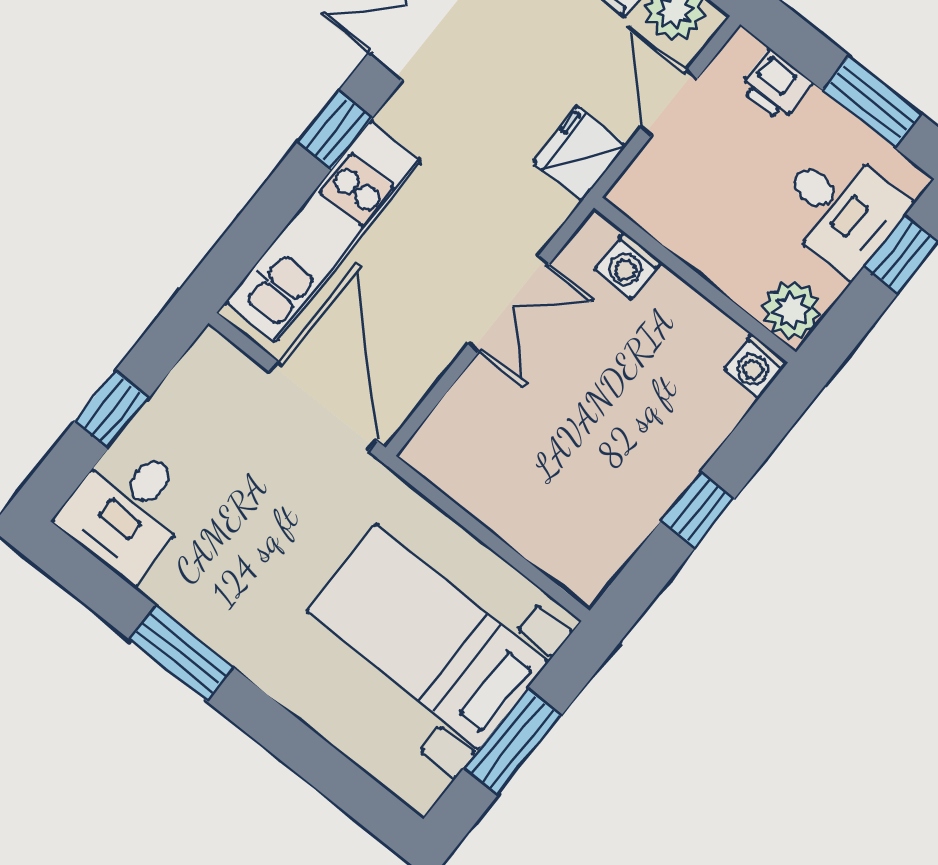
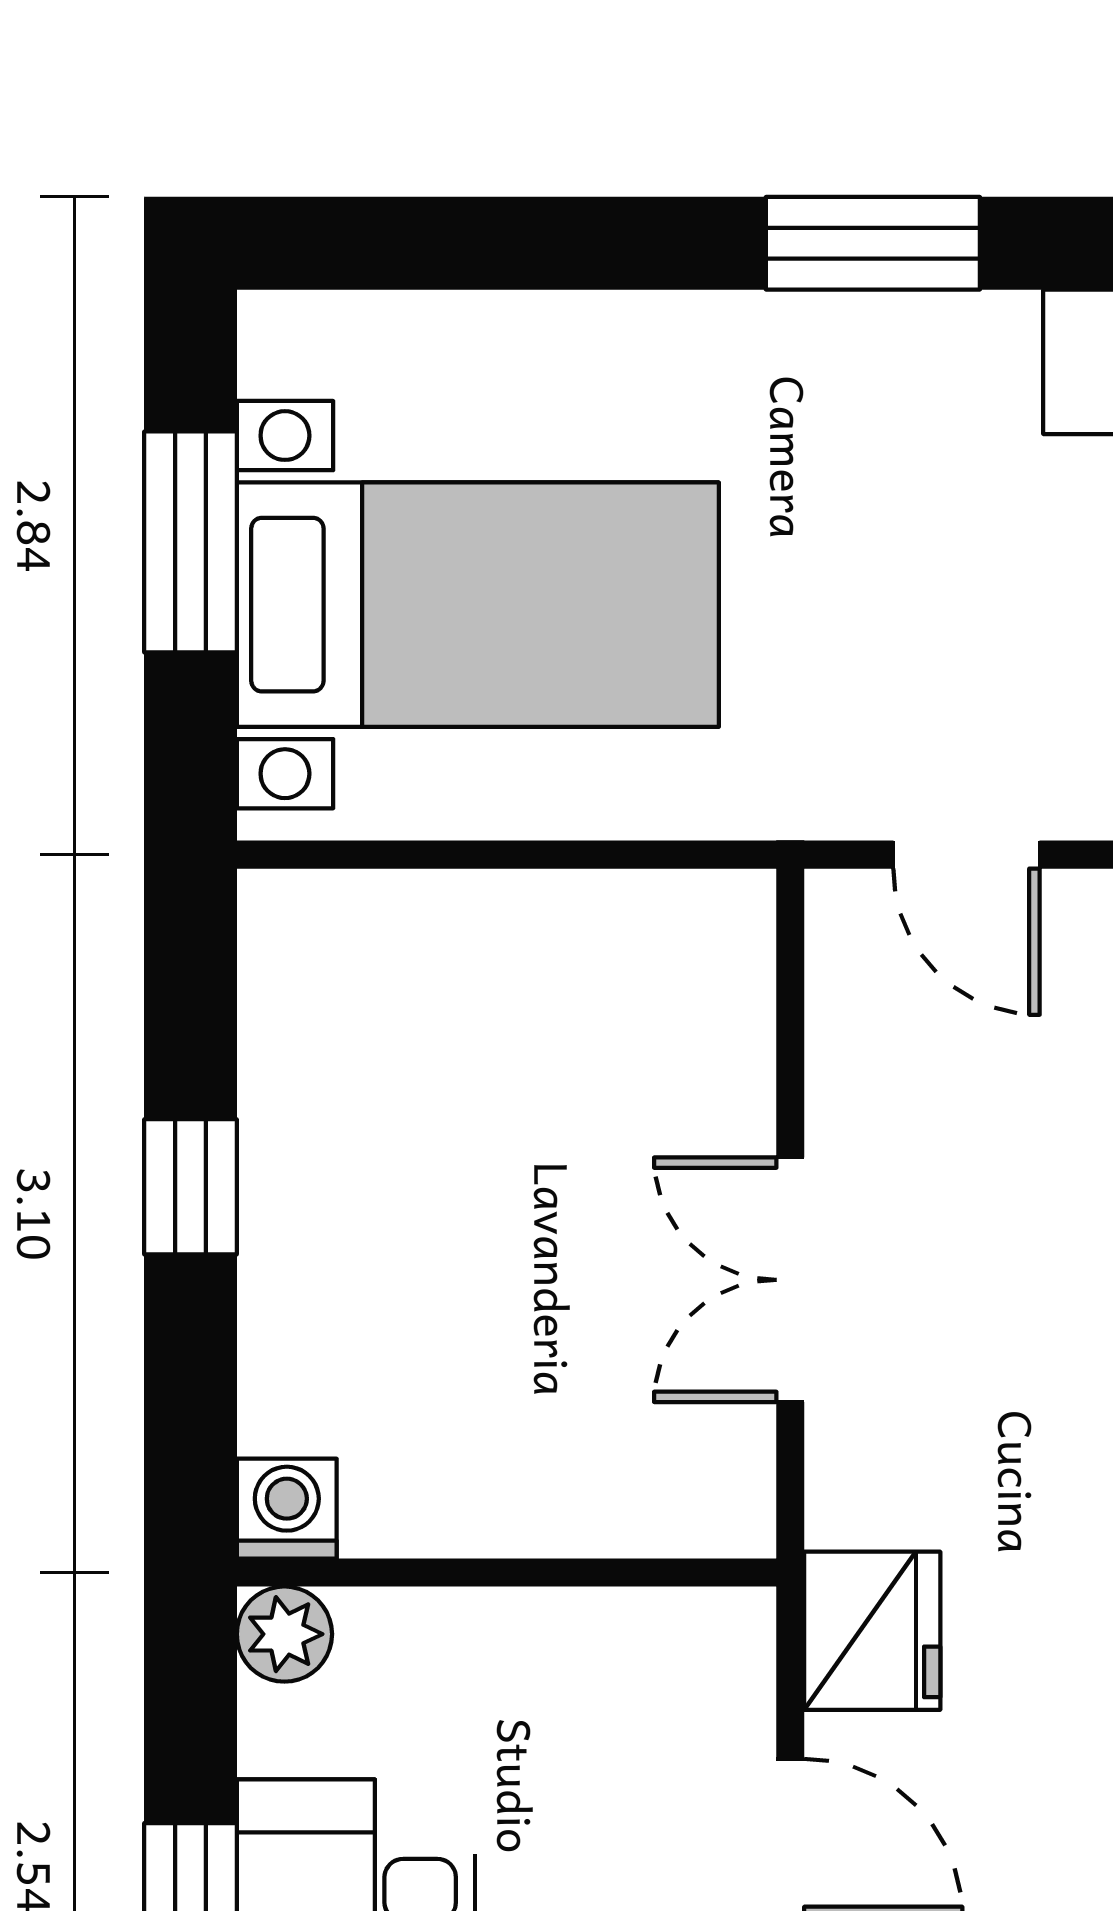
washing machine: (628, 266) -> (639, 1506), removed
plant: (791, 310) -> (284, 1634), width x0.73, depth x0.73
door: (323, 406) -> (966, 855), width x0.53

